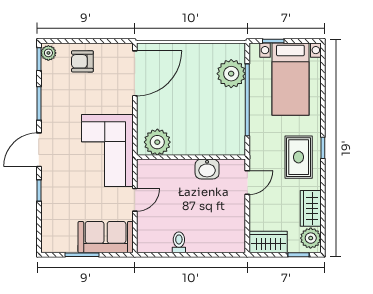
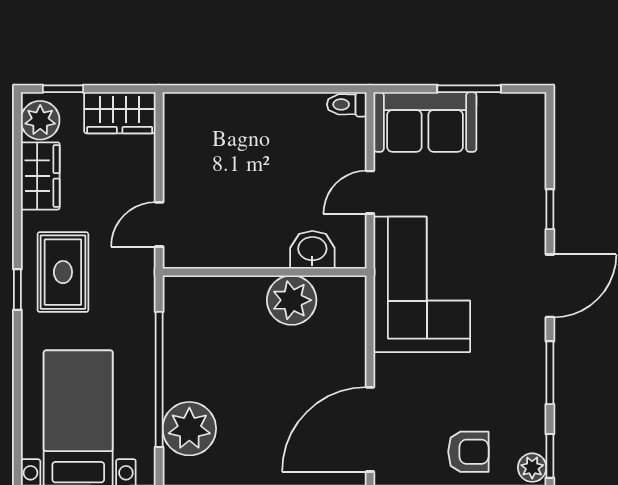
plant: (157, 142) -> (292, 300), moved
washbasin: (207, 169) -> (312, 250), moved
toilet: (179, 242) -> (347, 104), moved, turned 90

